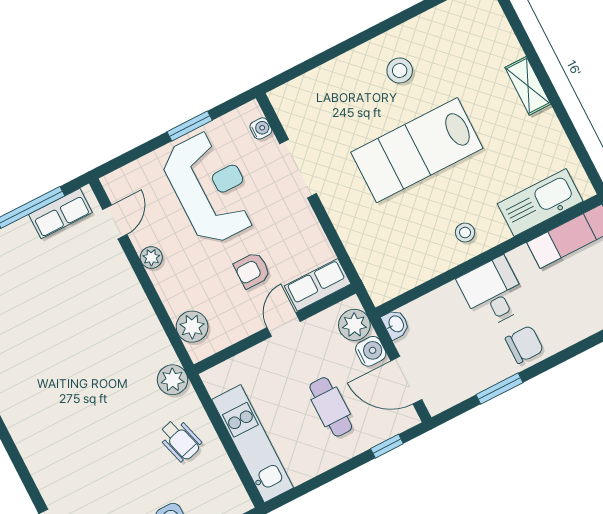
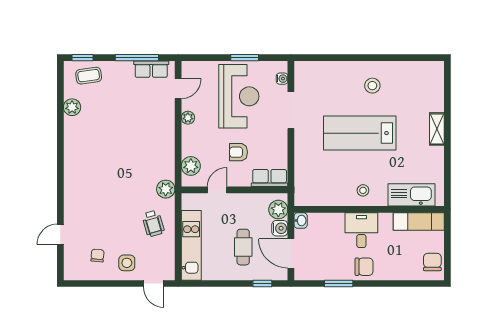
door: (284, 325) -> (217, 190), moved

